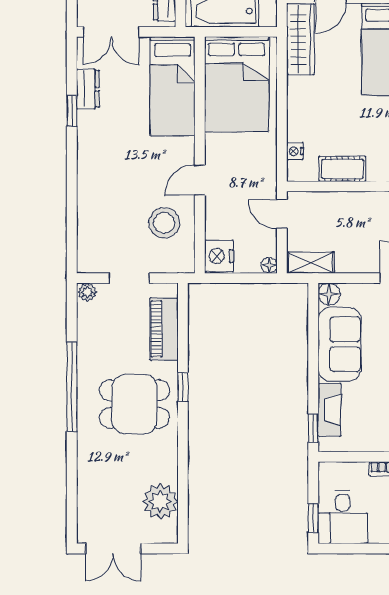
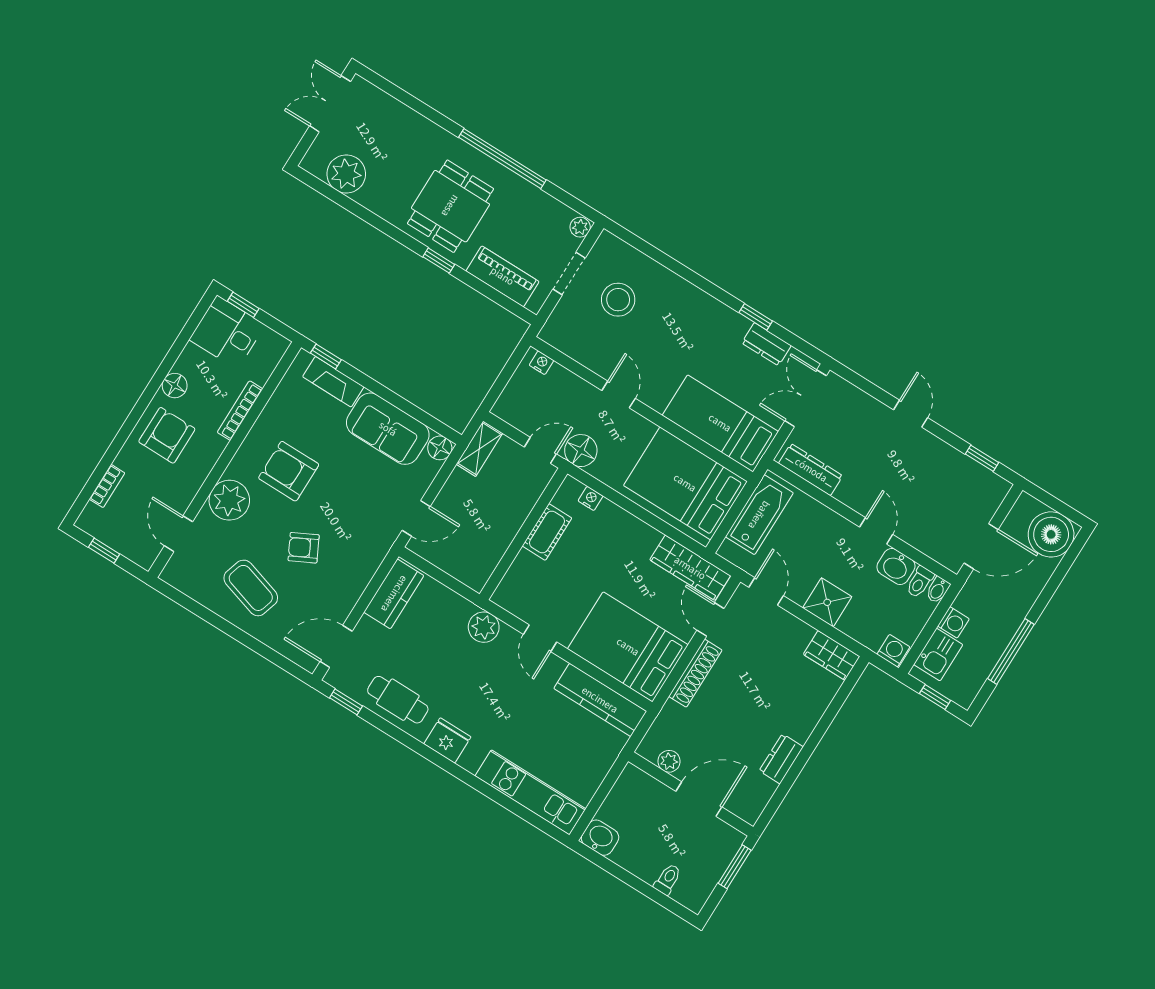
stool: (164, 223) -> (618, 300), moved
nightstand: (219, 256) -> (541, 363), width x0.53, depth x0.56
floor lamp: (269, 265) -> (581, 451), moved, width x1.89, depth x1.89

